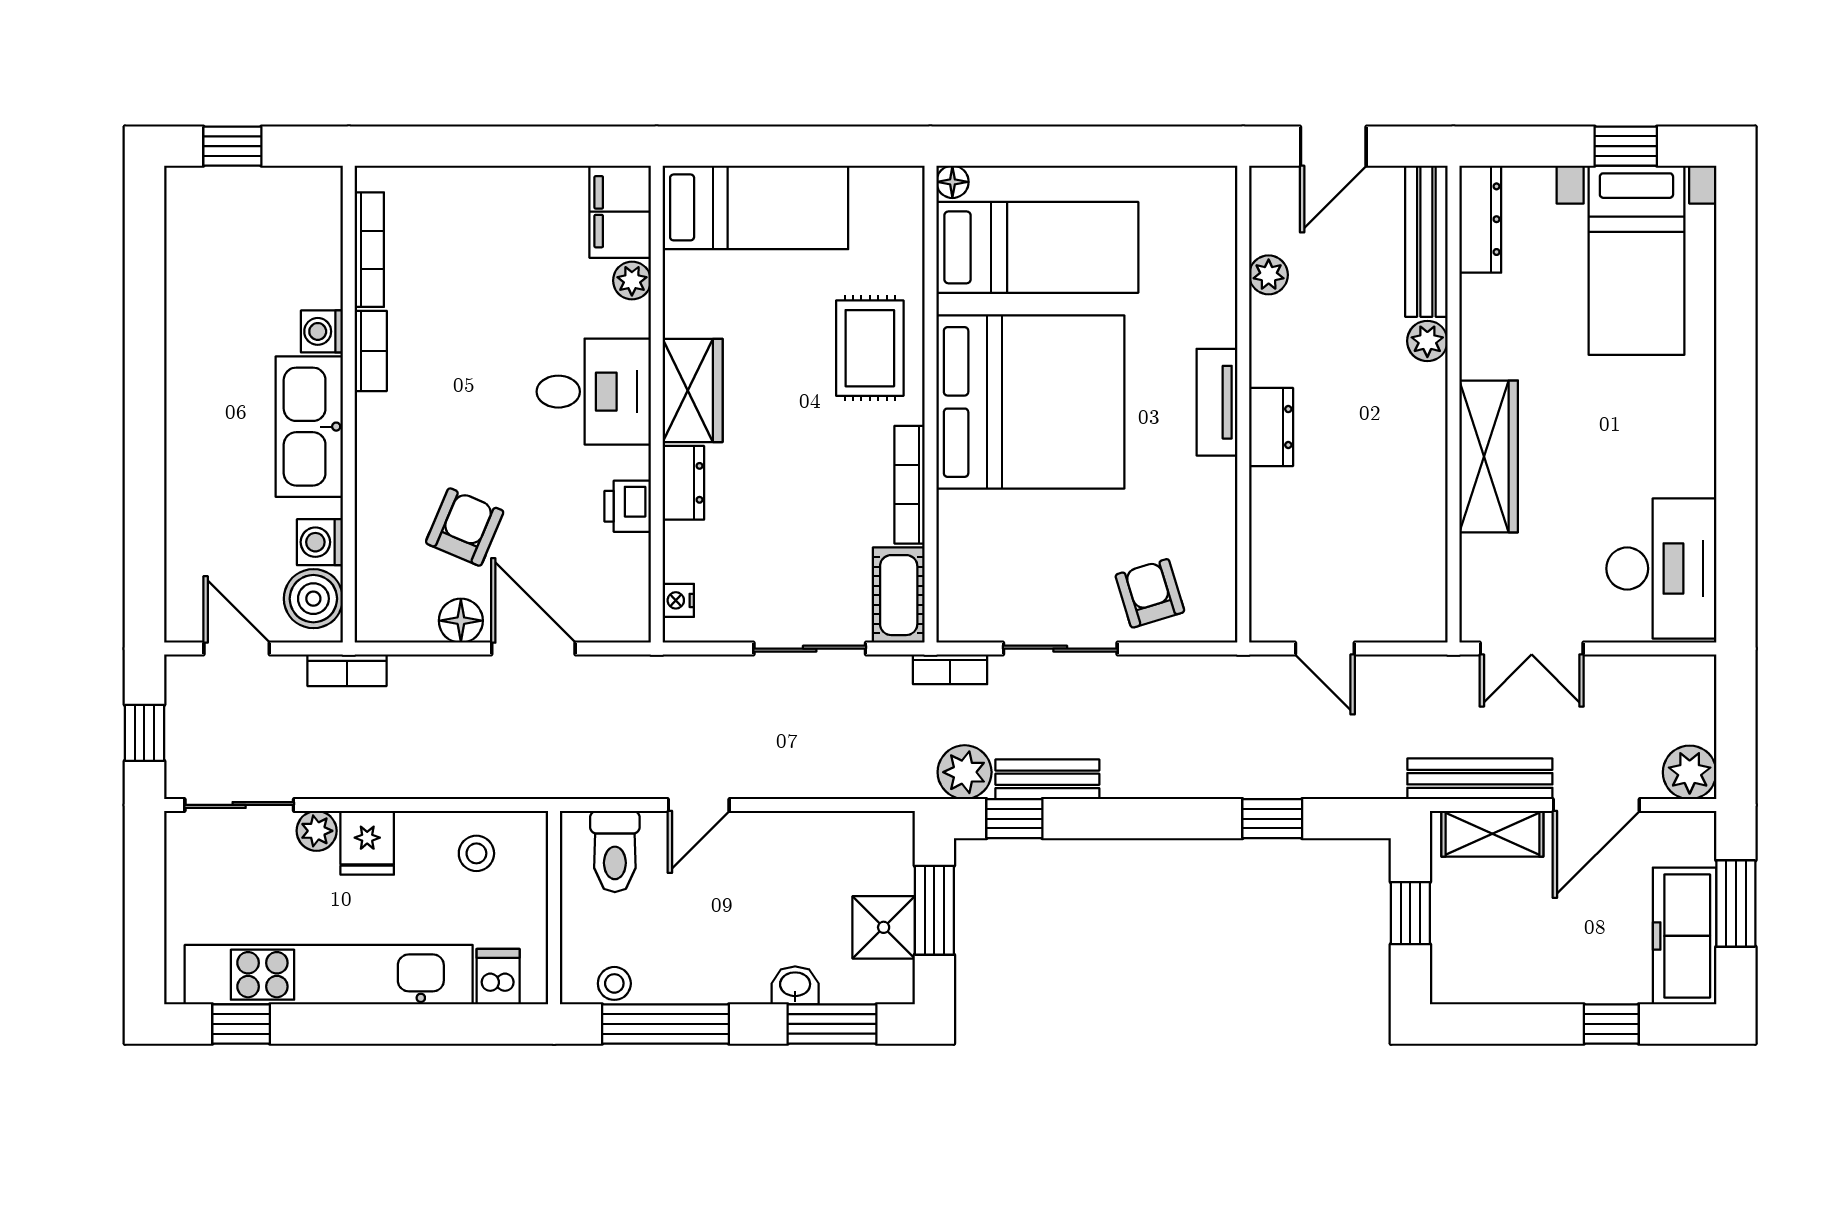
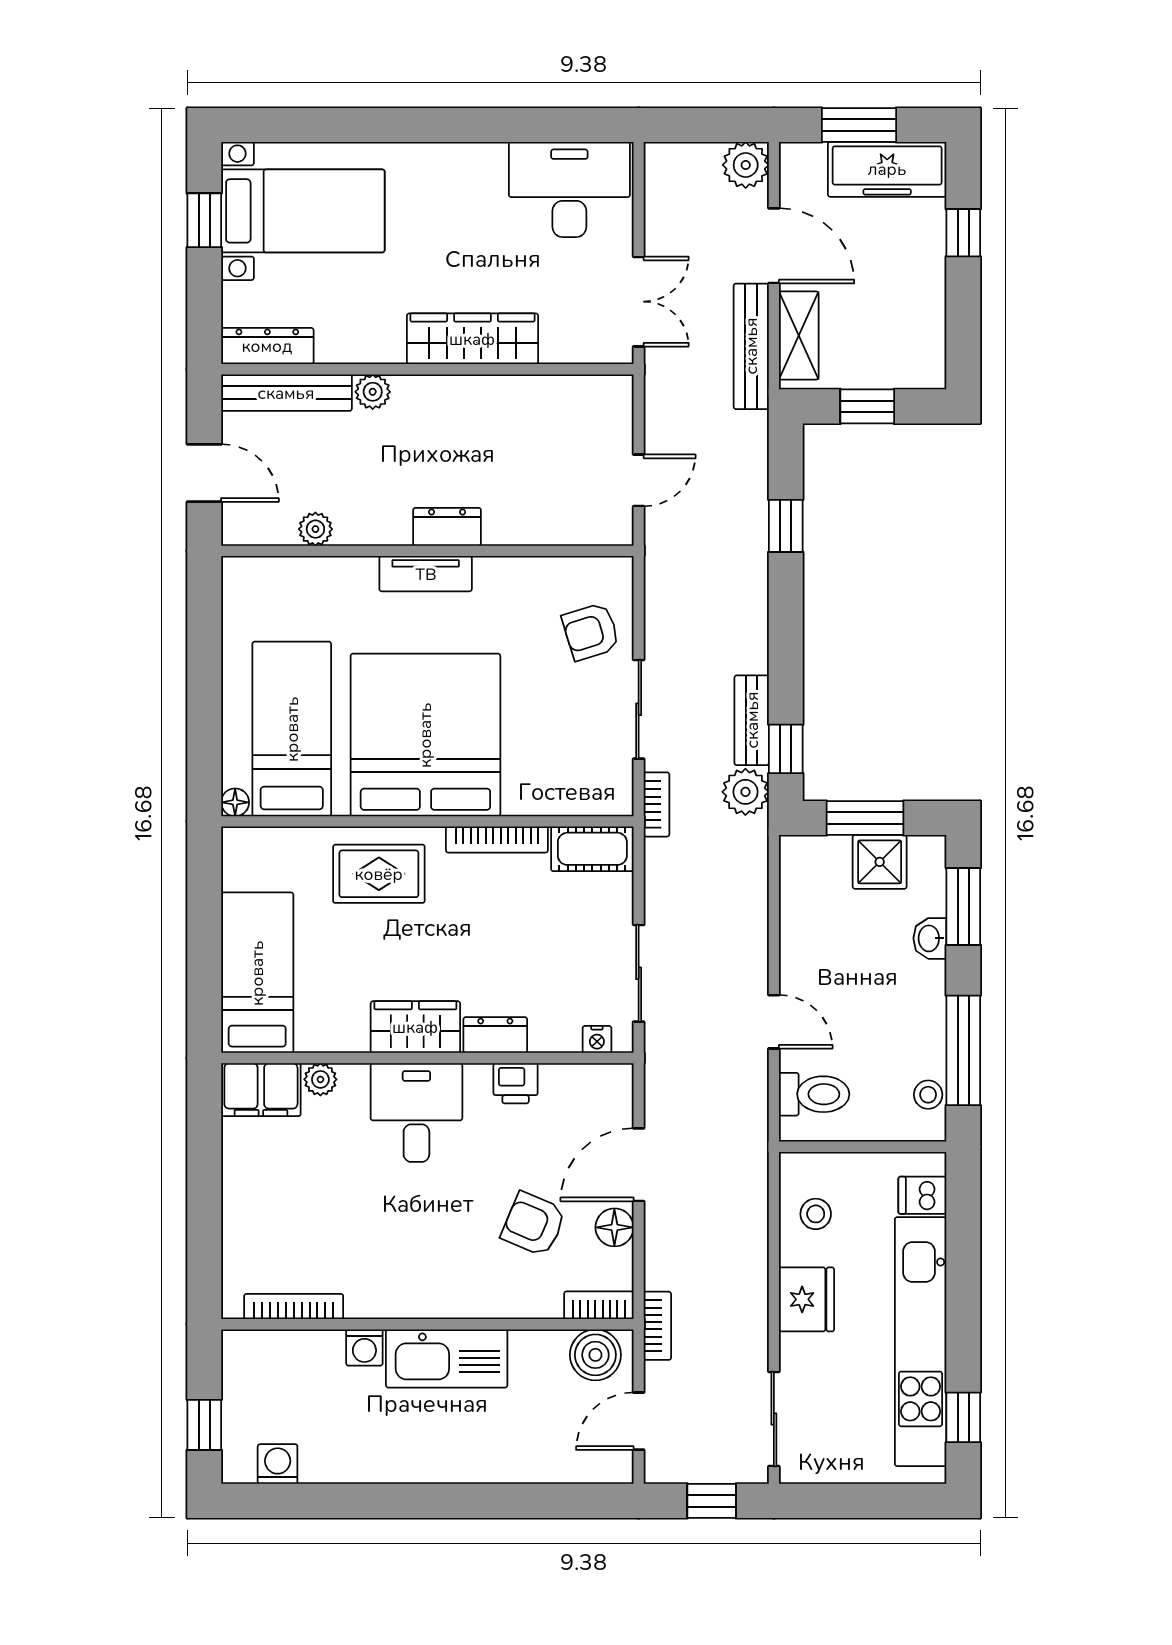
bookcase: (371, 351) -> (599, 1305), moved
washing machine: (320, 542) -> (278, 1464), moved, turned 180
sliding door: (810, 649) -> (639, 973), moved
plant: (317, 831) -> (796, 1352), removed
fridge: (367, 843) -> (807, 1299), width x1.38

